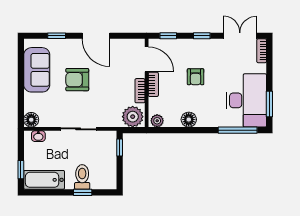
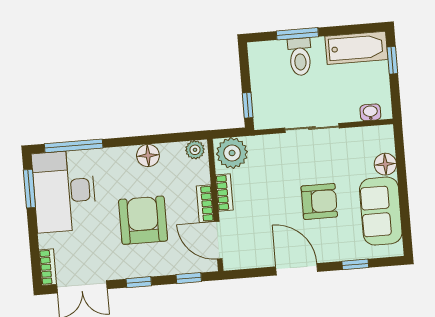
armchair: (196, 77) -> (143, 220), width x1.88, depth x1.88
floor lamp: (31, 120) -> (385, 164), moved
window: (83, 192) -> (297, 34), width x1.50

